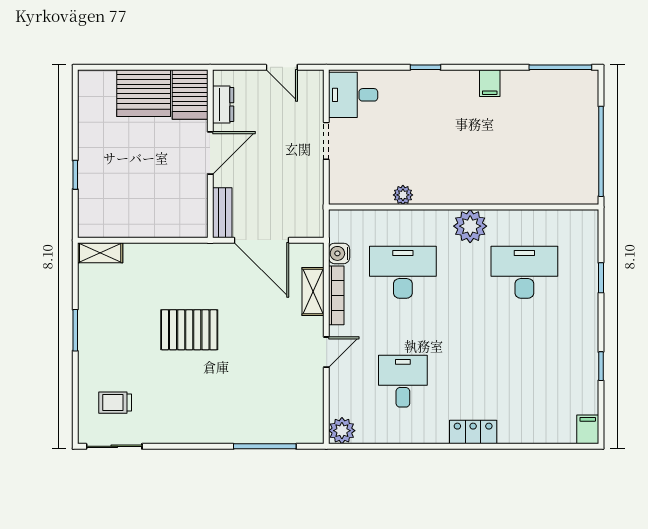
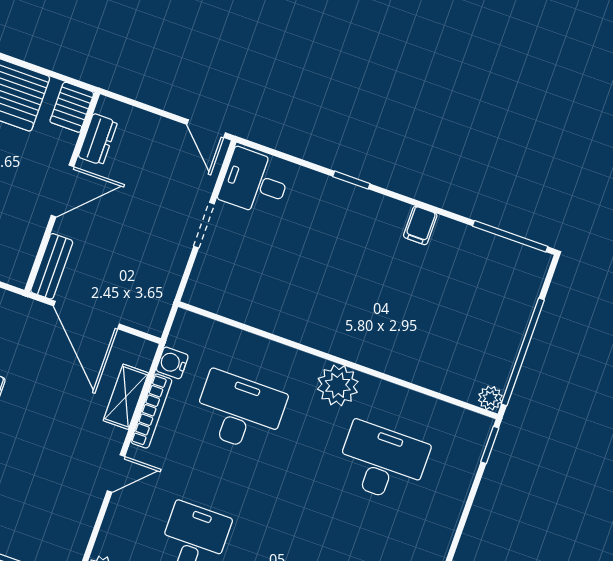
door: (282, 67) -> (206, 129), moved
server rack: (190, 95) -> (72, 107), width x0.73, depth x0.70
plant: (403, 195) -> (490, 398), moved
window: (601, 278) -> (490, 445), moved

